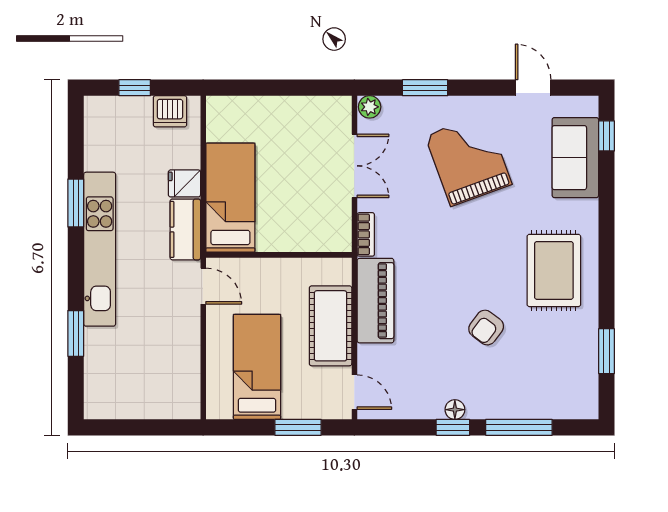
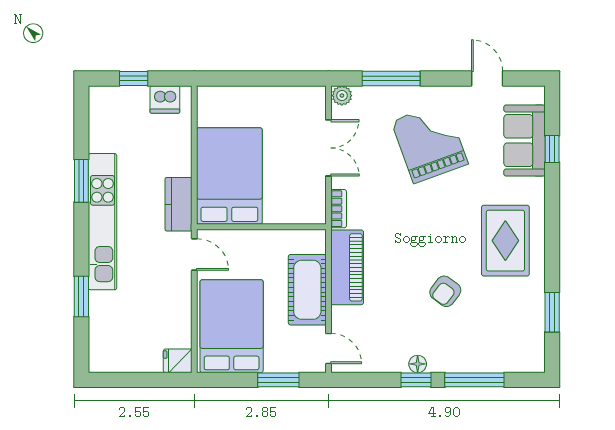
window: (425, 88) -> (391, 79), width x1.44
window: (607, 136) -> (552, 149), moved
fridge: (184, 183) -> (178, 361), moved
bed: (230, 198) -> (229, 176), width x1.50
bed: (257, 367) -> (232, 326), width x1.50

